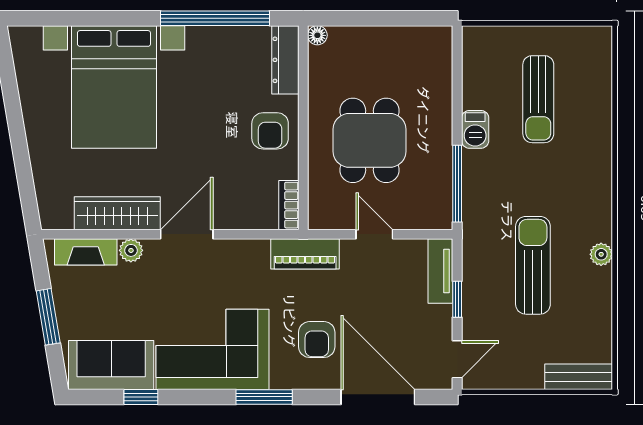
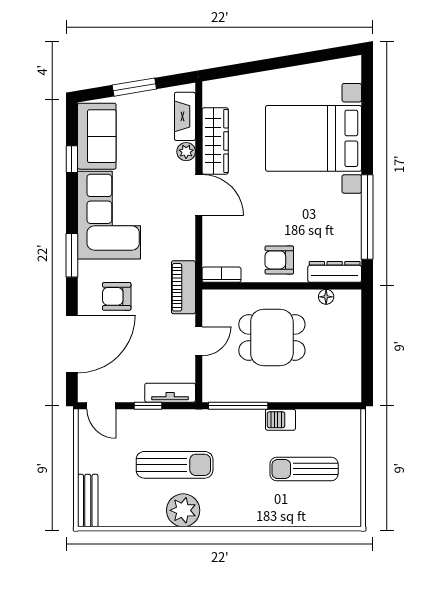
floor lamp: (317, 35) -> (326, 297), moved
plant: (601, 254) -> (183, 510), width x1.87, depth x1.87

